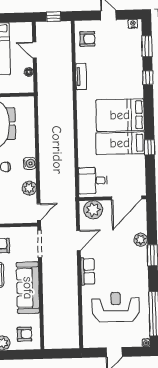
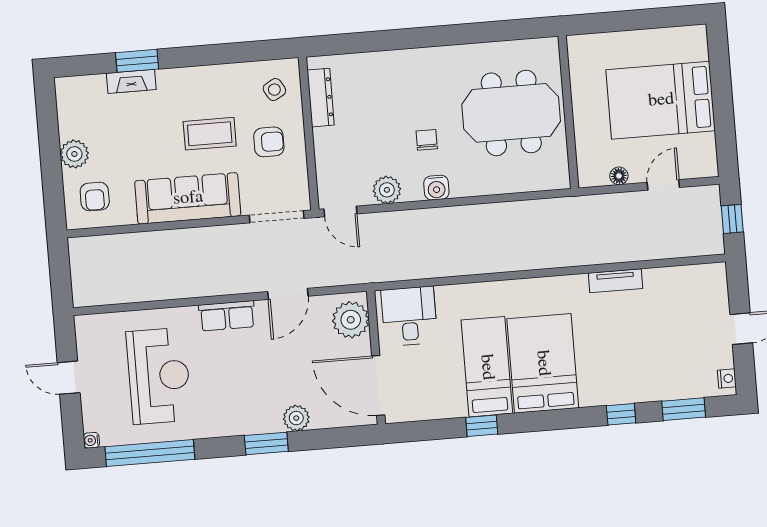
armchair: (87, 39) -> (691, 289), removed
door: (78, 240) -> (288, 294), hinge flipped

